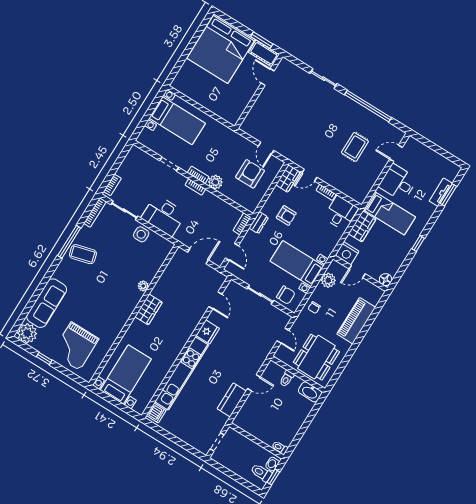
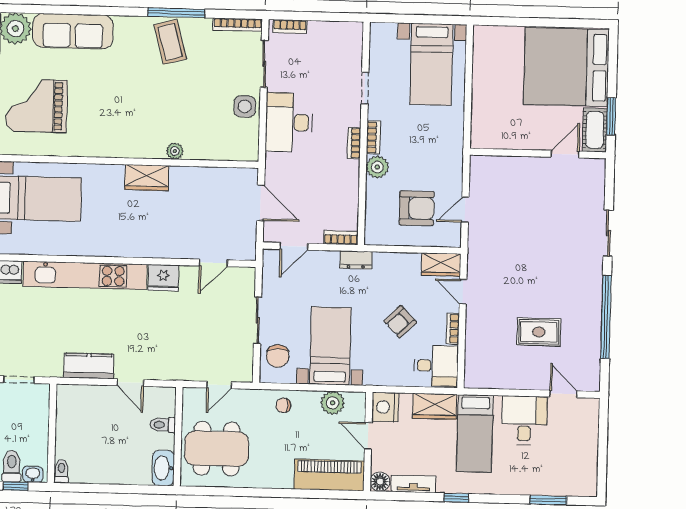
tv unit: (441, 192) -> (413, 484), moved
armchair: (286, 215) -> (400, 322), moved, turned 46
piano: (356, 321) -> (329, 475), moved

